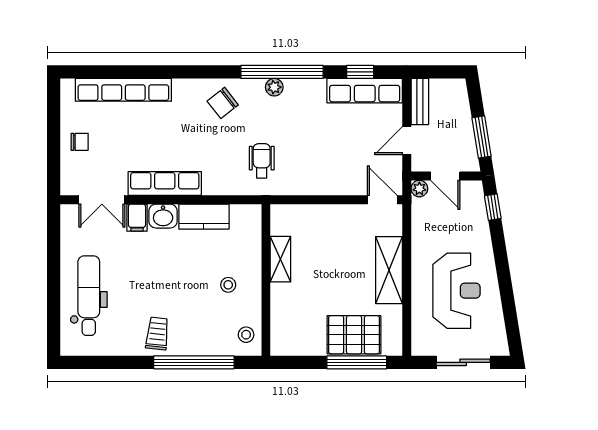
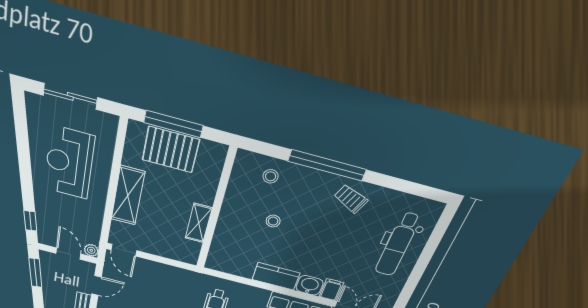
shelving: (280, 259) -> (199, 223), moved
wall: (266, 280) -> (216, 210), moved
trolley: (157, 333) -> (351, 199), turned 107

